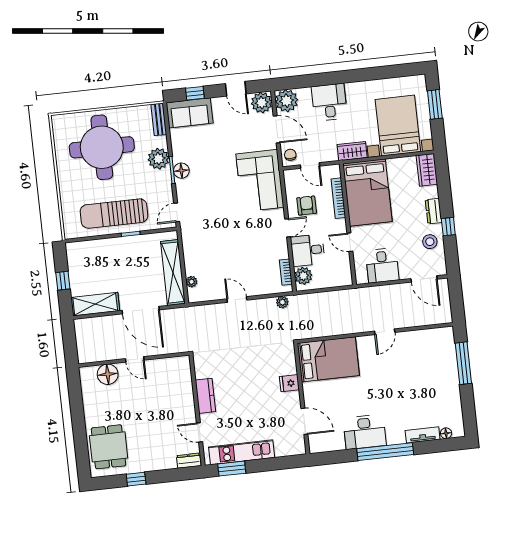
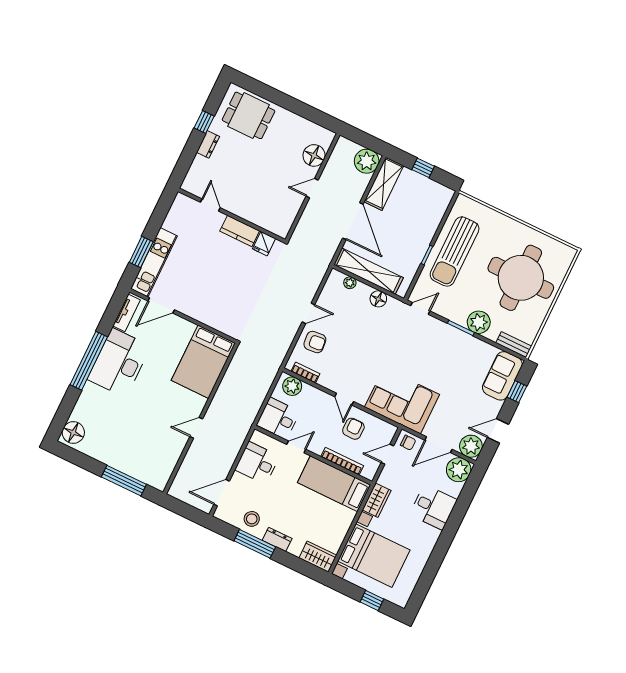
window: (435, 104) -> (372, 600), width x0.67
floor lamp: (181, 171) -> (378, 299), moved
bed: (367, 193) -> (334, 484), width x0.67
armchair: (307, 206) -> (353, 429), turned -90
door: (177, 212) -> (420, 308), hinge flipped
sun lounger: (114, 214) -> (455, 252), turned 180
window: (448, 227) -> (255, 544), width x2.17
desk: (308, 250) -> (278, 418), moved, turned -90
armchair: (257, 280) -> (315, 342), added
plant: (282, 302) -> (367, 161), moved, width x1.88, depth x1.88
door: (141, 310) -> (353, 221), swing flipped
door: (385, 332) -> (196, 428), hinge flipped
fridge: (289, 383) -> (264, 244), moved, turned 180
door: (199, 432) -> (210, 205), hinge flipped
desk: (365, 432) -> (119, 363), width x1.36, depth x1.30
floor lamp: (446, 433) -> (73, 432), width x1.89, depth x1.89
tv unit: (423, 435) -> (126, 313), moved
kitchen unit: (242, 452) -> (154, 262), moved
dresser: (189, 461) -> (208, 144), moved
window: (232, 469) -> (141, 252), moved

